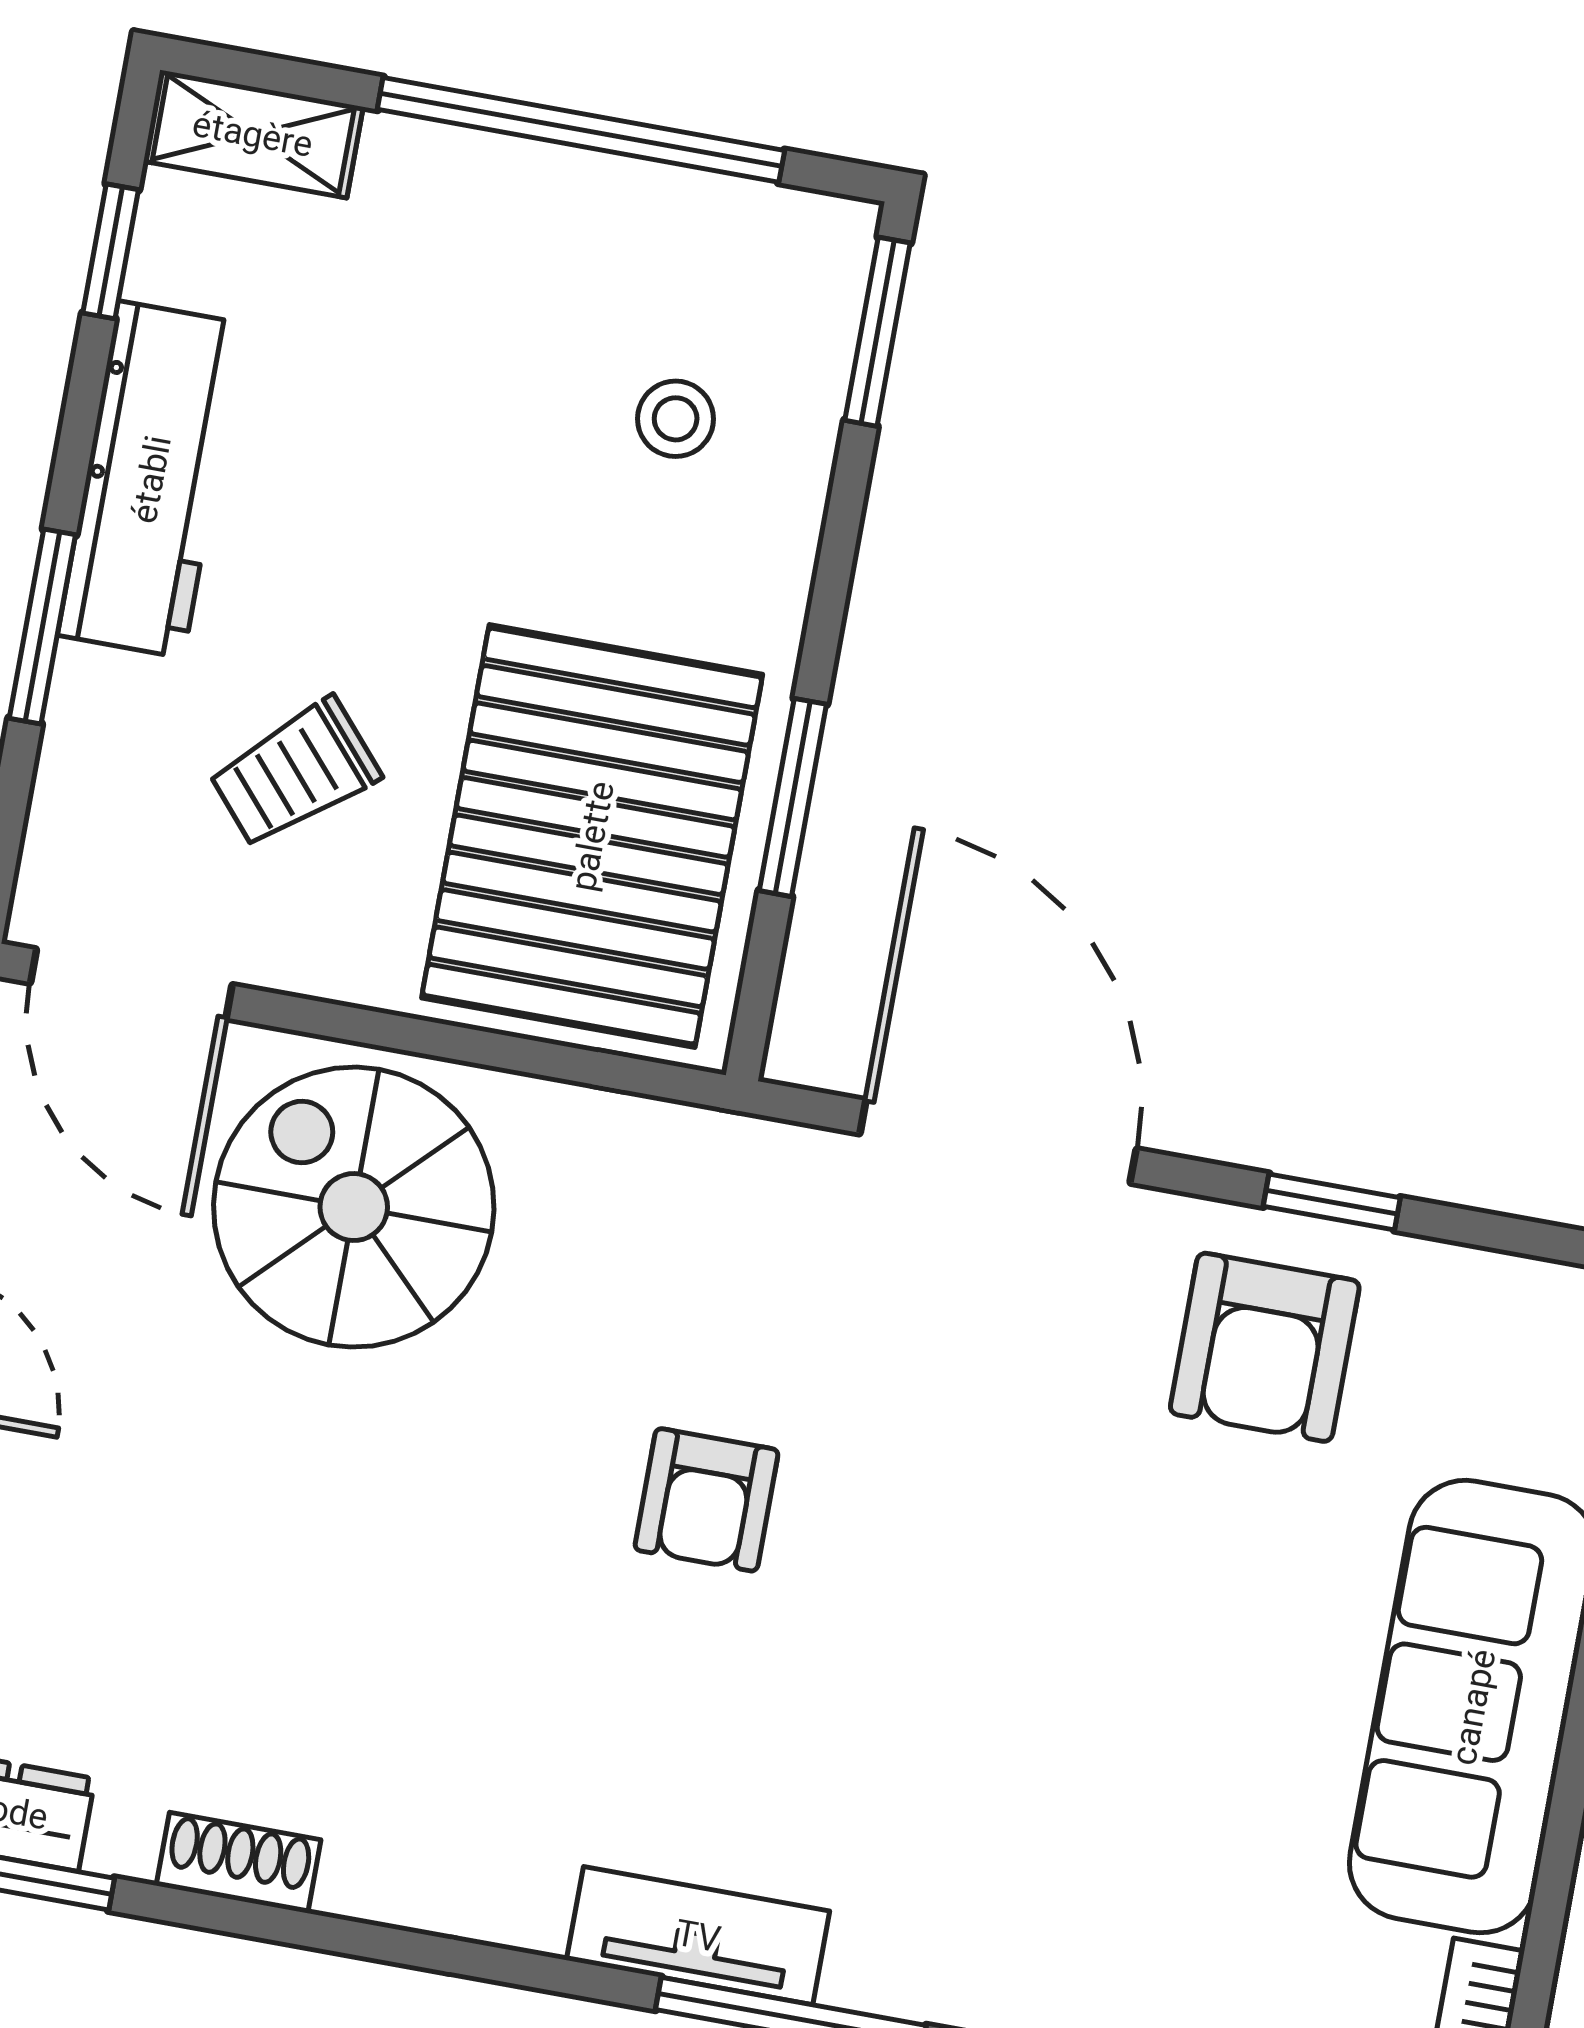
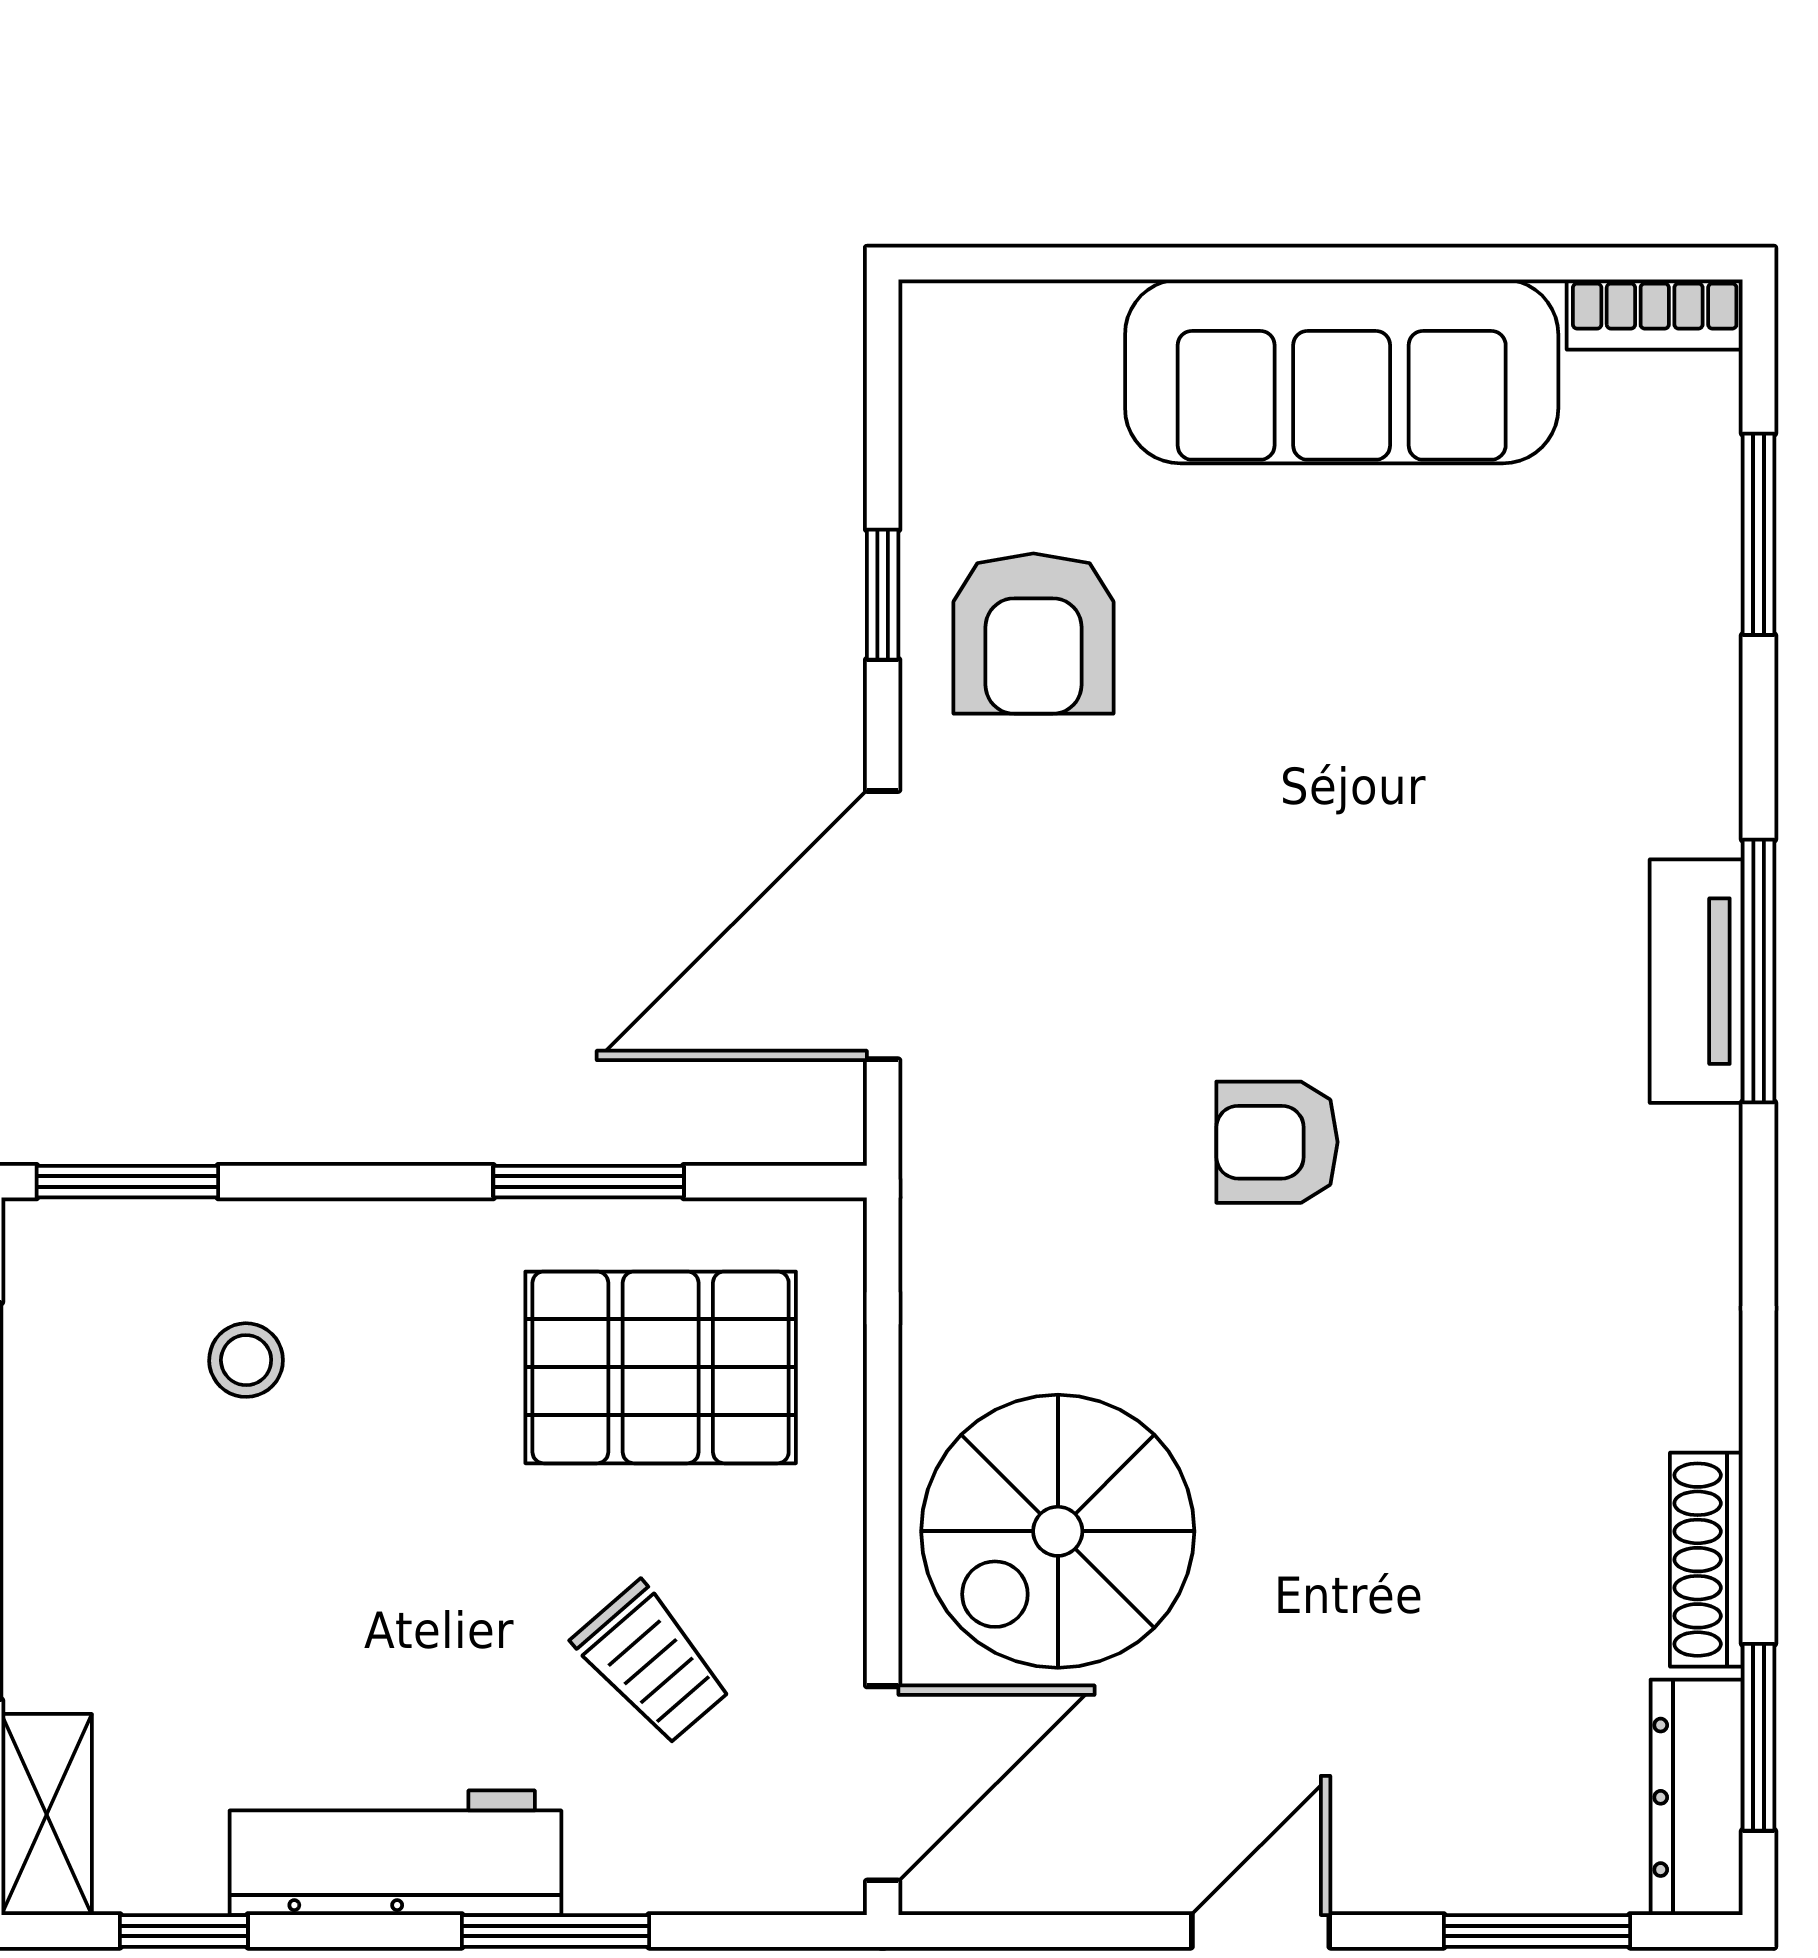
pallet: (592, 836) -> (661, 1367), width x0.73, depth x0.71
armchair: (1265, 1347) -> (1033, 634), turned 90
armchair: (706, 1500) -> (1277, 1142), turned 180
shoe rack: (239, 1863) -> (1706, 1560), width x1.43
tv unit: (698, 1936) -> (1696, 981), moved

